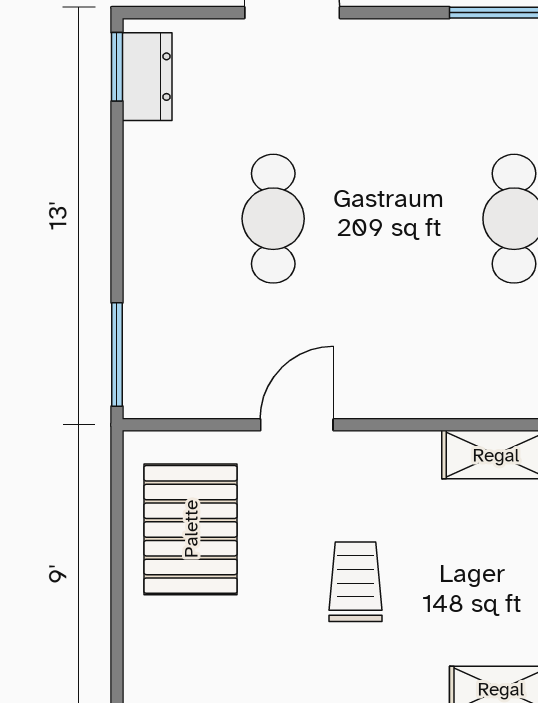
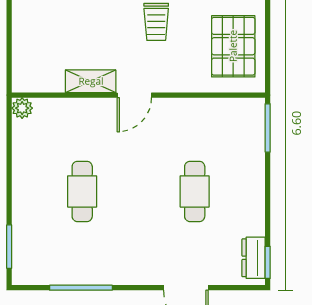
door: (297, 425) -> (134, 95), moved

